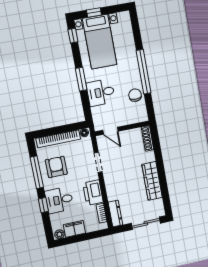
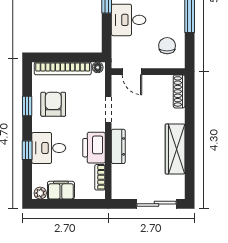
chair: (135, 95) -> (167, 46), moved
window: (37, 172) -> (27, 106), width x0.46
dresser: (115, 214) -> (118, 146), moved

